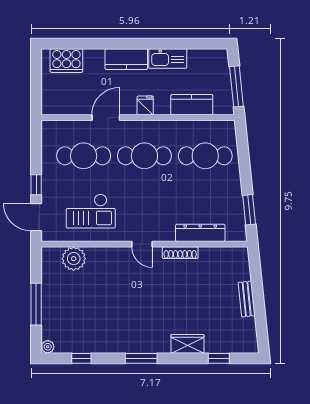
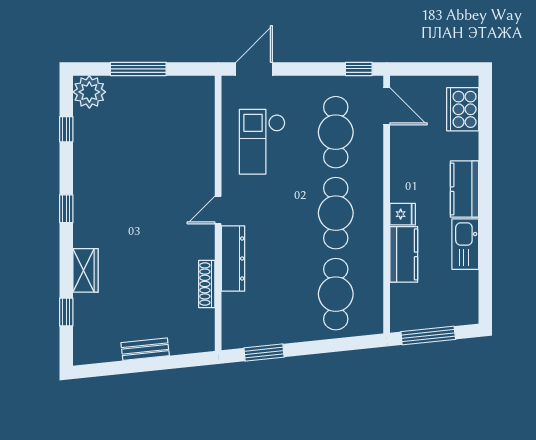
kitchen counter: (192, 105) -> (404, 254), moved
door: (106, 118) -> (387, 106), moved
window: (36, 185) -> (359, 69), moved
dresser: (200, 233) -> (233, 259), moved
shoe rack: (180, 253) -> (207, 284), moved
plant: (74, 259) -> (199, 119), removed
plant: (48, 347) -> (89, 92), width x1.87, depth x1.87
window: (141, 358) -> (66, 209), width x0.67

